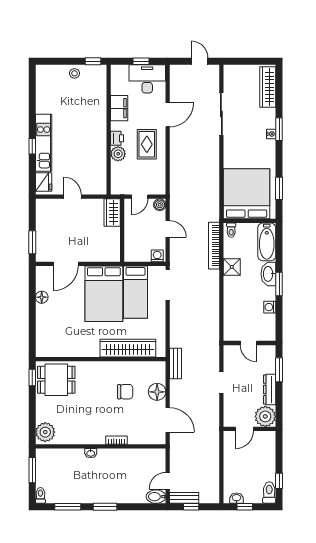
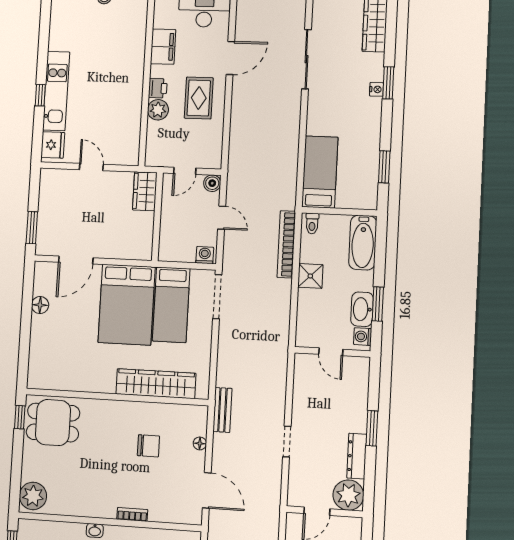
bed: (247, 194) -> (320, 172), width x0.49
washbasin: (268, 274) -> (362, 309), moved
door: (248, 343) -> (331, 352), moved
wall: (250, 343) -> (332, 352), moved
floor lamp: (157, 392) -> (200, 443), width x0.53, depth x0.53

